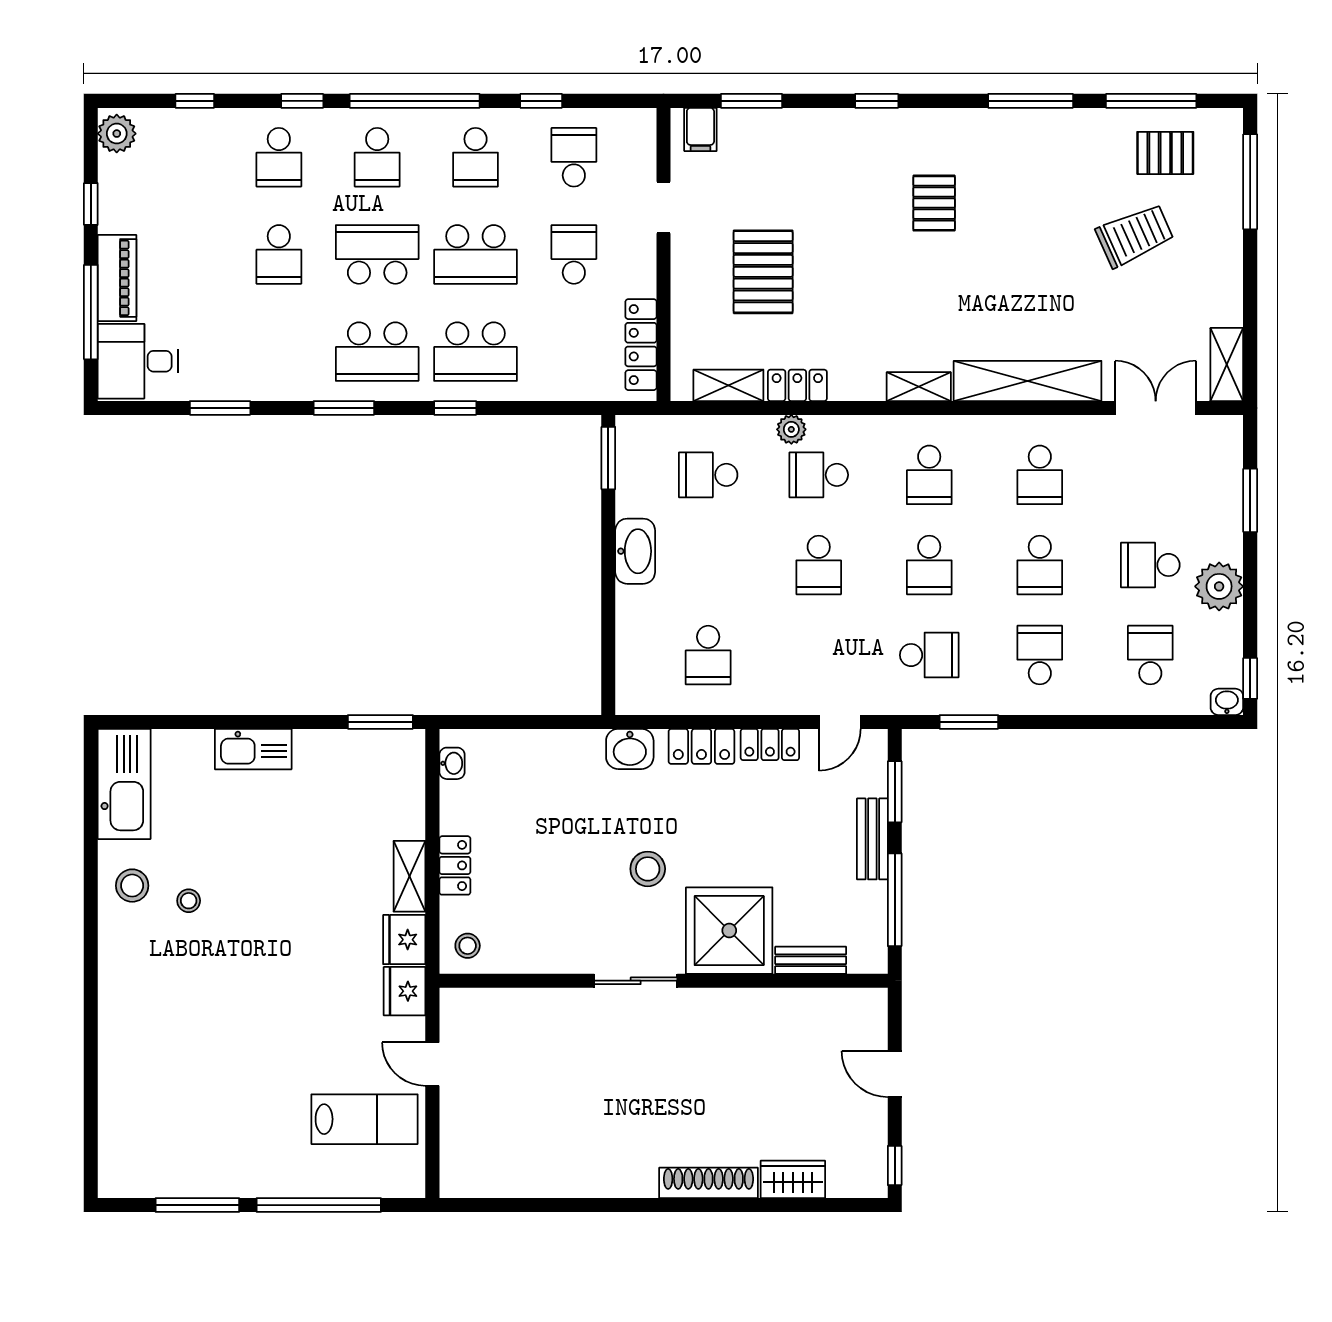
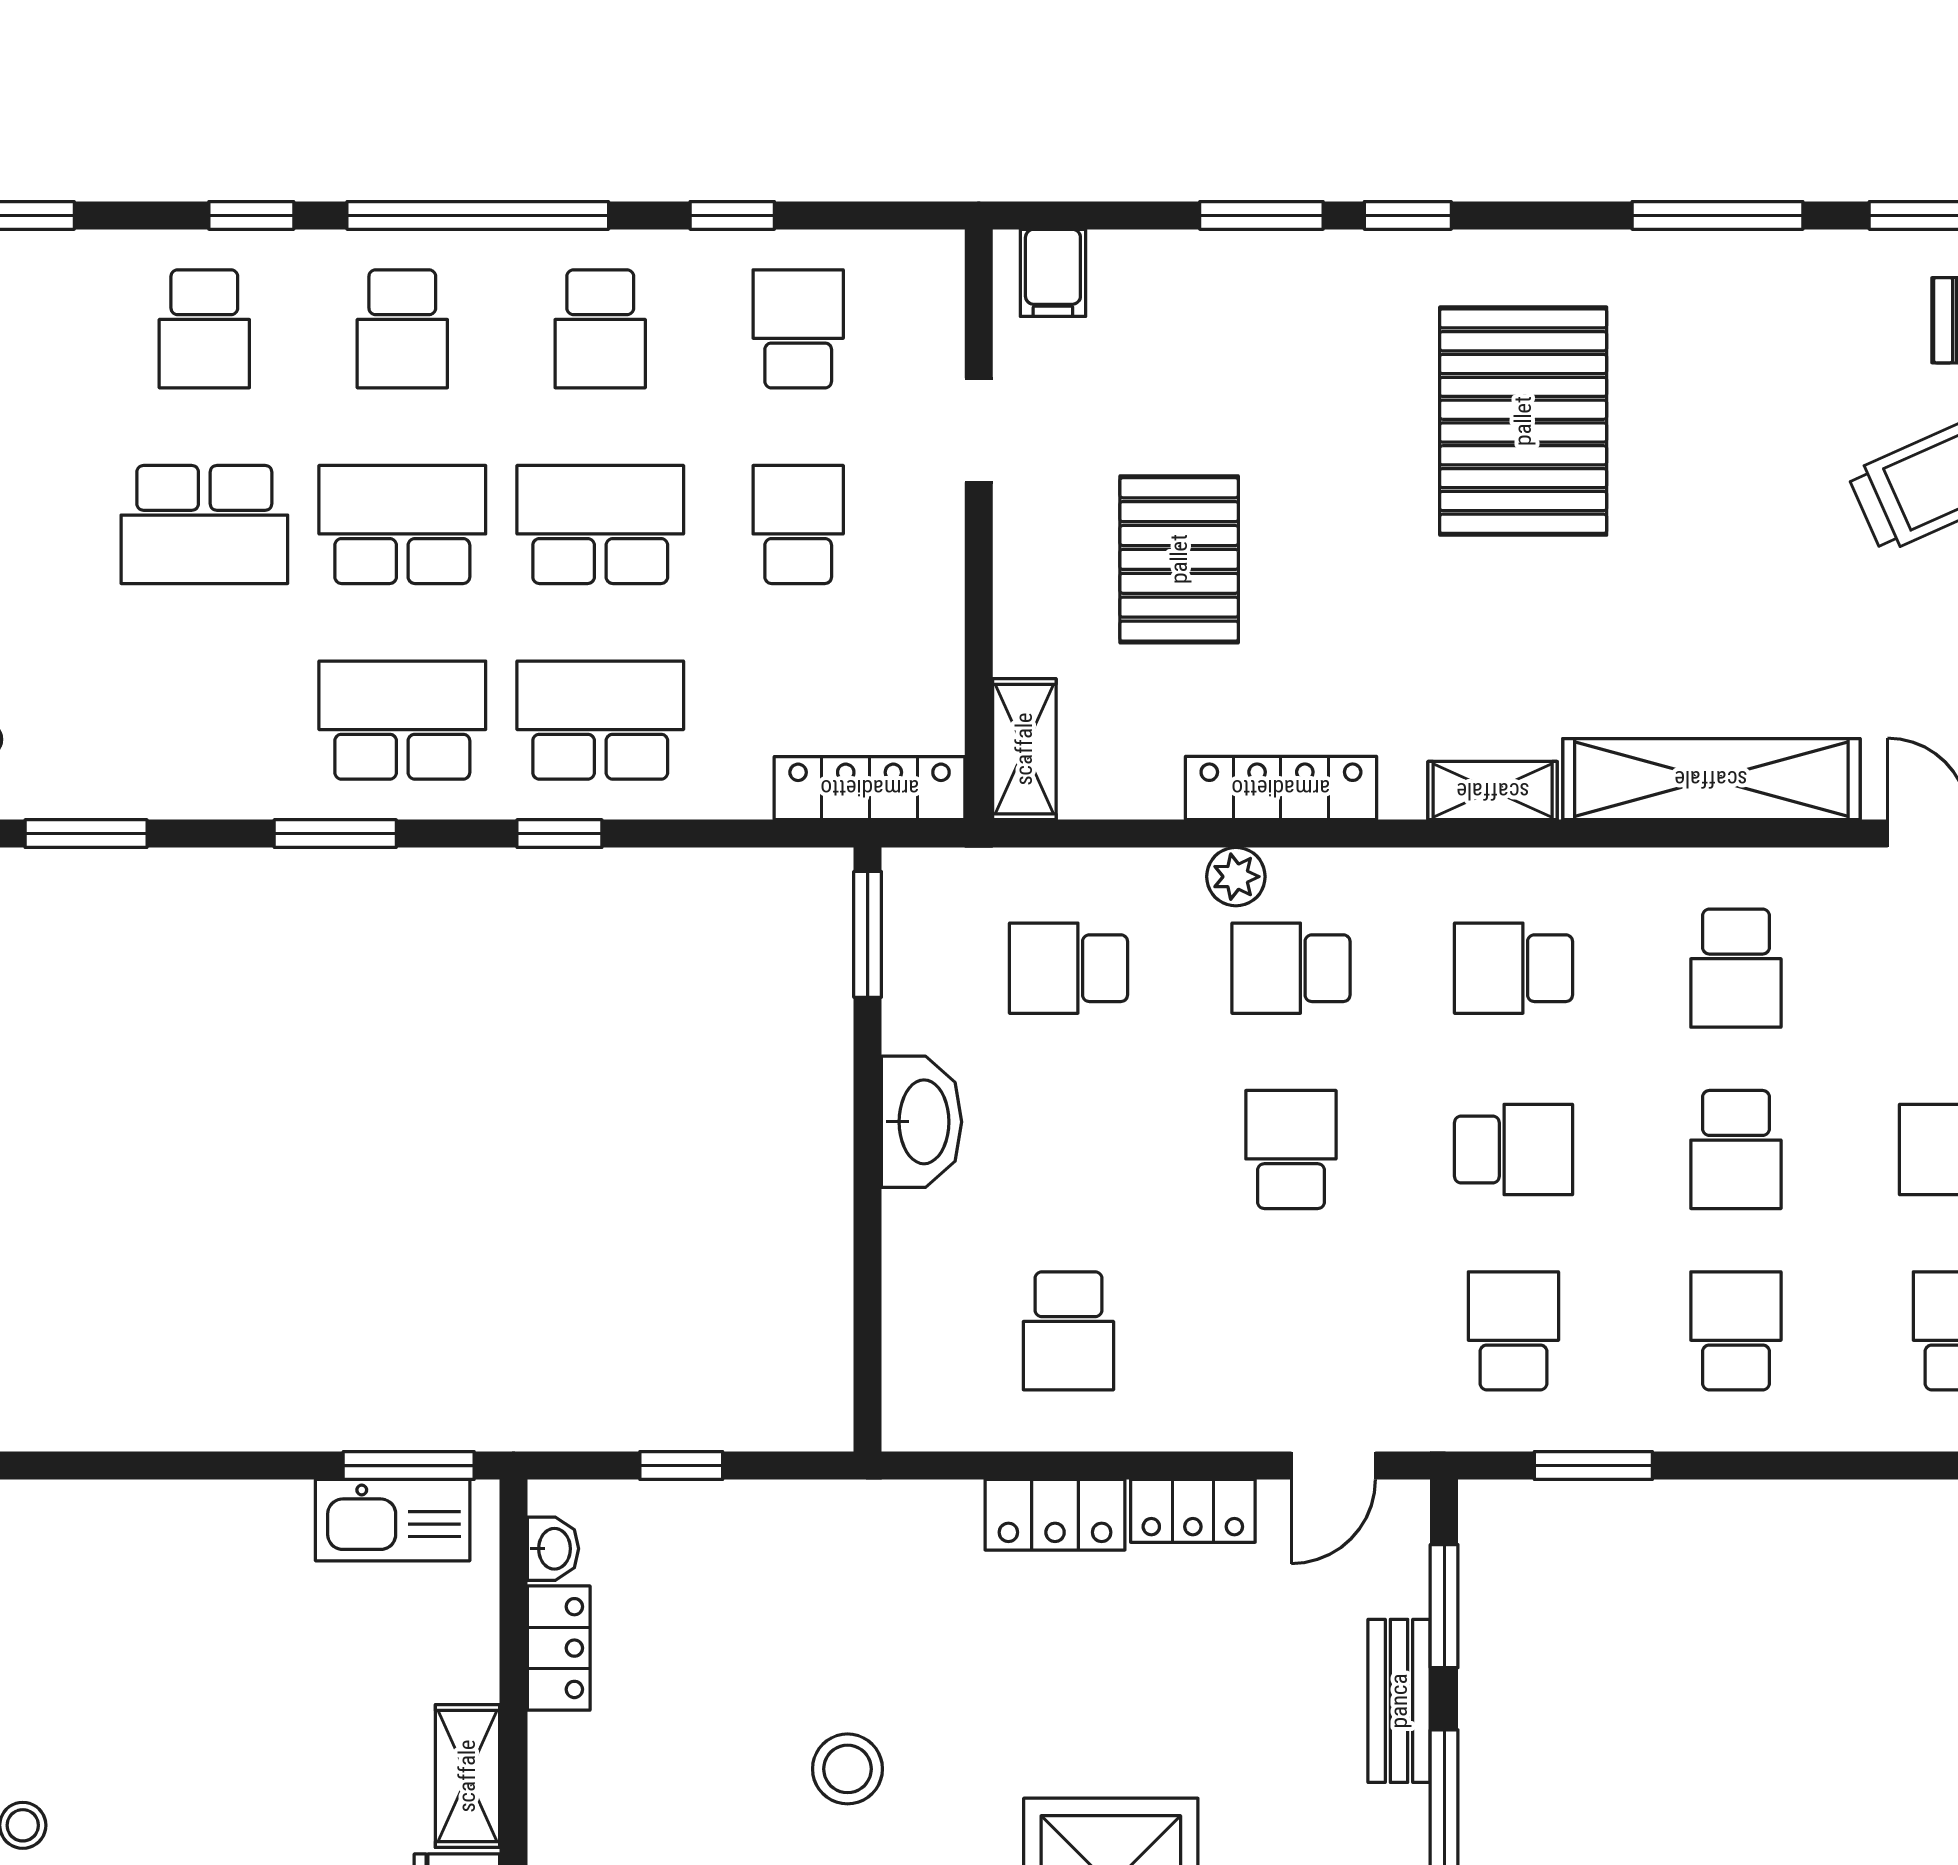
window: (751, 101) -> (1261, 215), moved
pallet: (934, 203) -> (1523, 421), width x2.05, depth x2.00
school desk: (279, 254) -> (204, 524), width x1.85
school desk: (476, 254) -> (600, 524), turned 180
locker: (641, 345) -> (870, 788), moved, turned 90
school desk: (377, 352) -> (402, 720), turned 180
school desk: (476, 352) -> (600, 720), turned 180
shelving: (728, 385) -> (1024, 749), moved, turned 90
locker: (797, 385) -> (1281, 788), width x1.53
school desk: (929, 475) -> (1513, 968), turned 90
school desk: (819, 565) -> (1291, 1150), turned 180
school desk: (929, 565) -> (1513, 1150), turned -90
school desk: (929, 655) -> (1513, 1331), turned -90
window: (516, 722) -> (681, 1466), added
kitchen sink: (253, 749) -> (393, 1520), moved
washbasin: (630, 749) -> (911, 1520), removed
locker: (455, 865) -> (559, 1648), moved
stool: (648, 869) -> (847, 1769), moved

